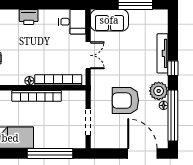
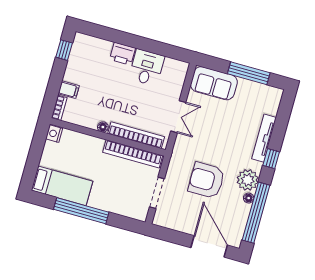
desk: (72, 22) -> (147, 67), moved, turned -90
bookcase: (37, 96) -> (133, 154), moved
window: (50, 154) -> (81, 211), moved

